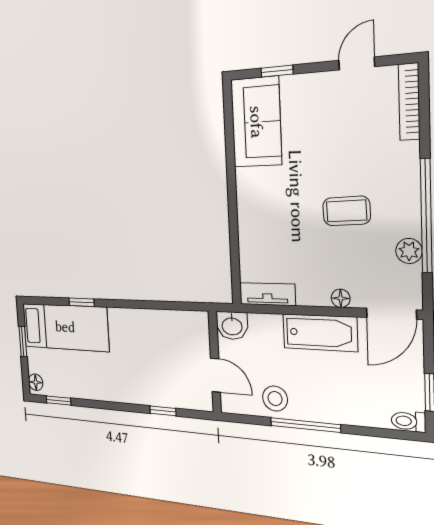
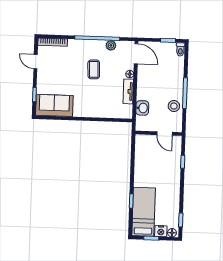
tv unit: (267, 294) -> (128, 91), moved
washbasin: (232, 326) -> (142, 108), moved
bathtub: (320, 333) -> (144, 84), removed
nightstand: (36, 361) -> (161, 231), added
door: (215, 375) -> (165, 133), swing flipped

